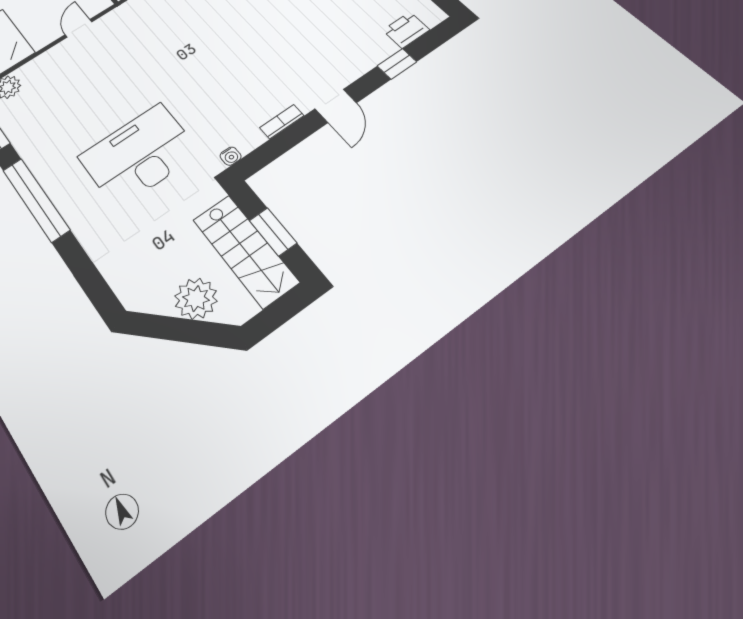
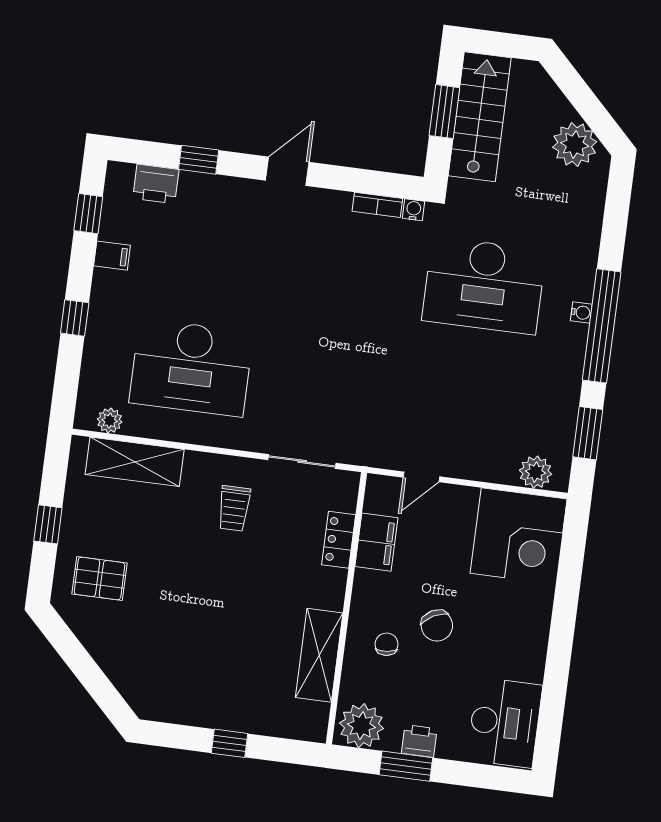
bookcase: (282, 122) -> (377, 205), moved
water cooler: (57, 196) -> (581, 312), added
plant: (196, 299) -> (575, 144), moved

